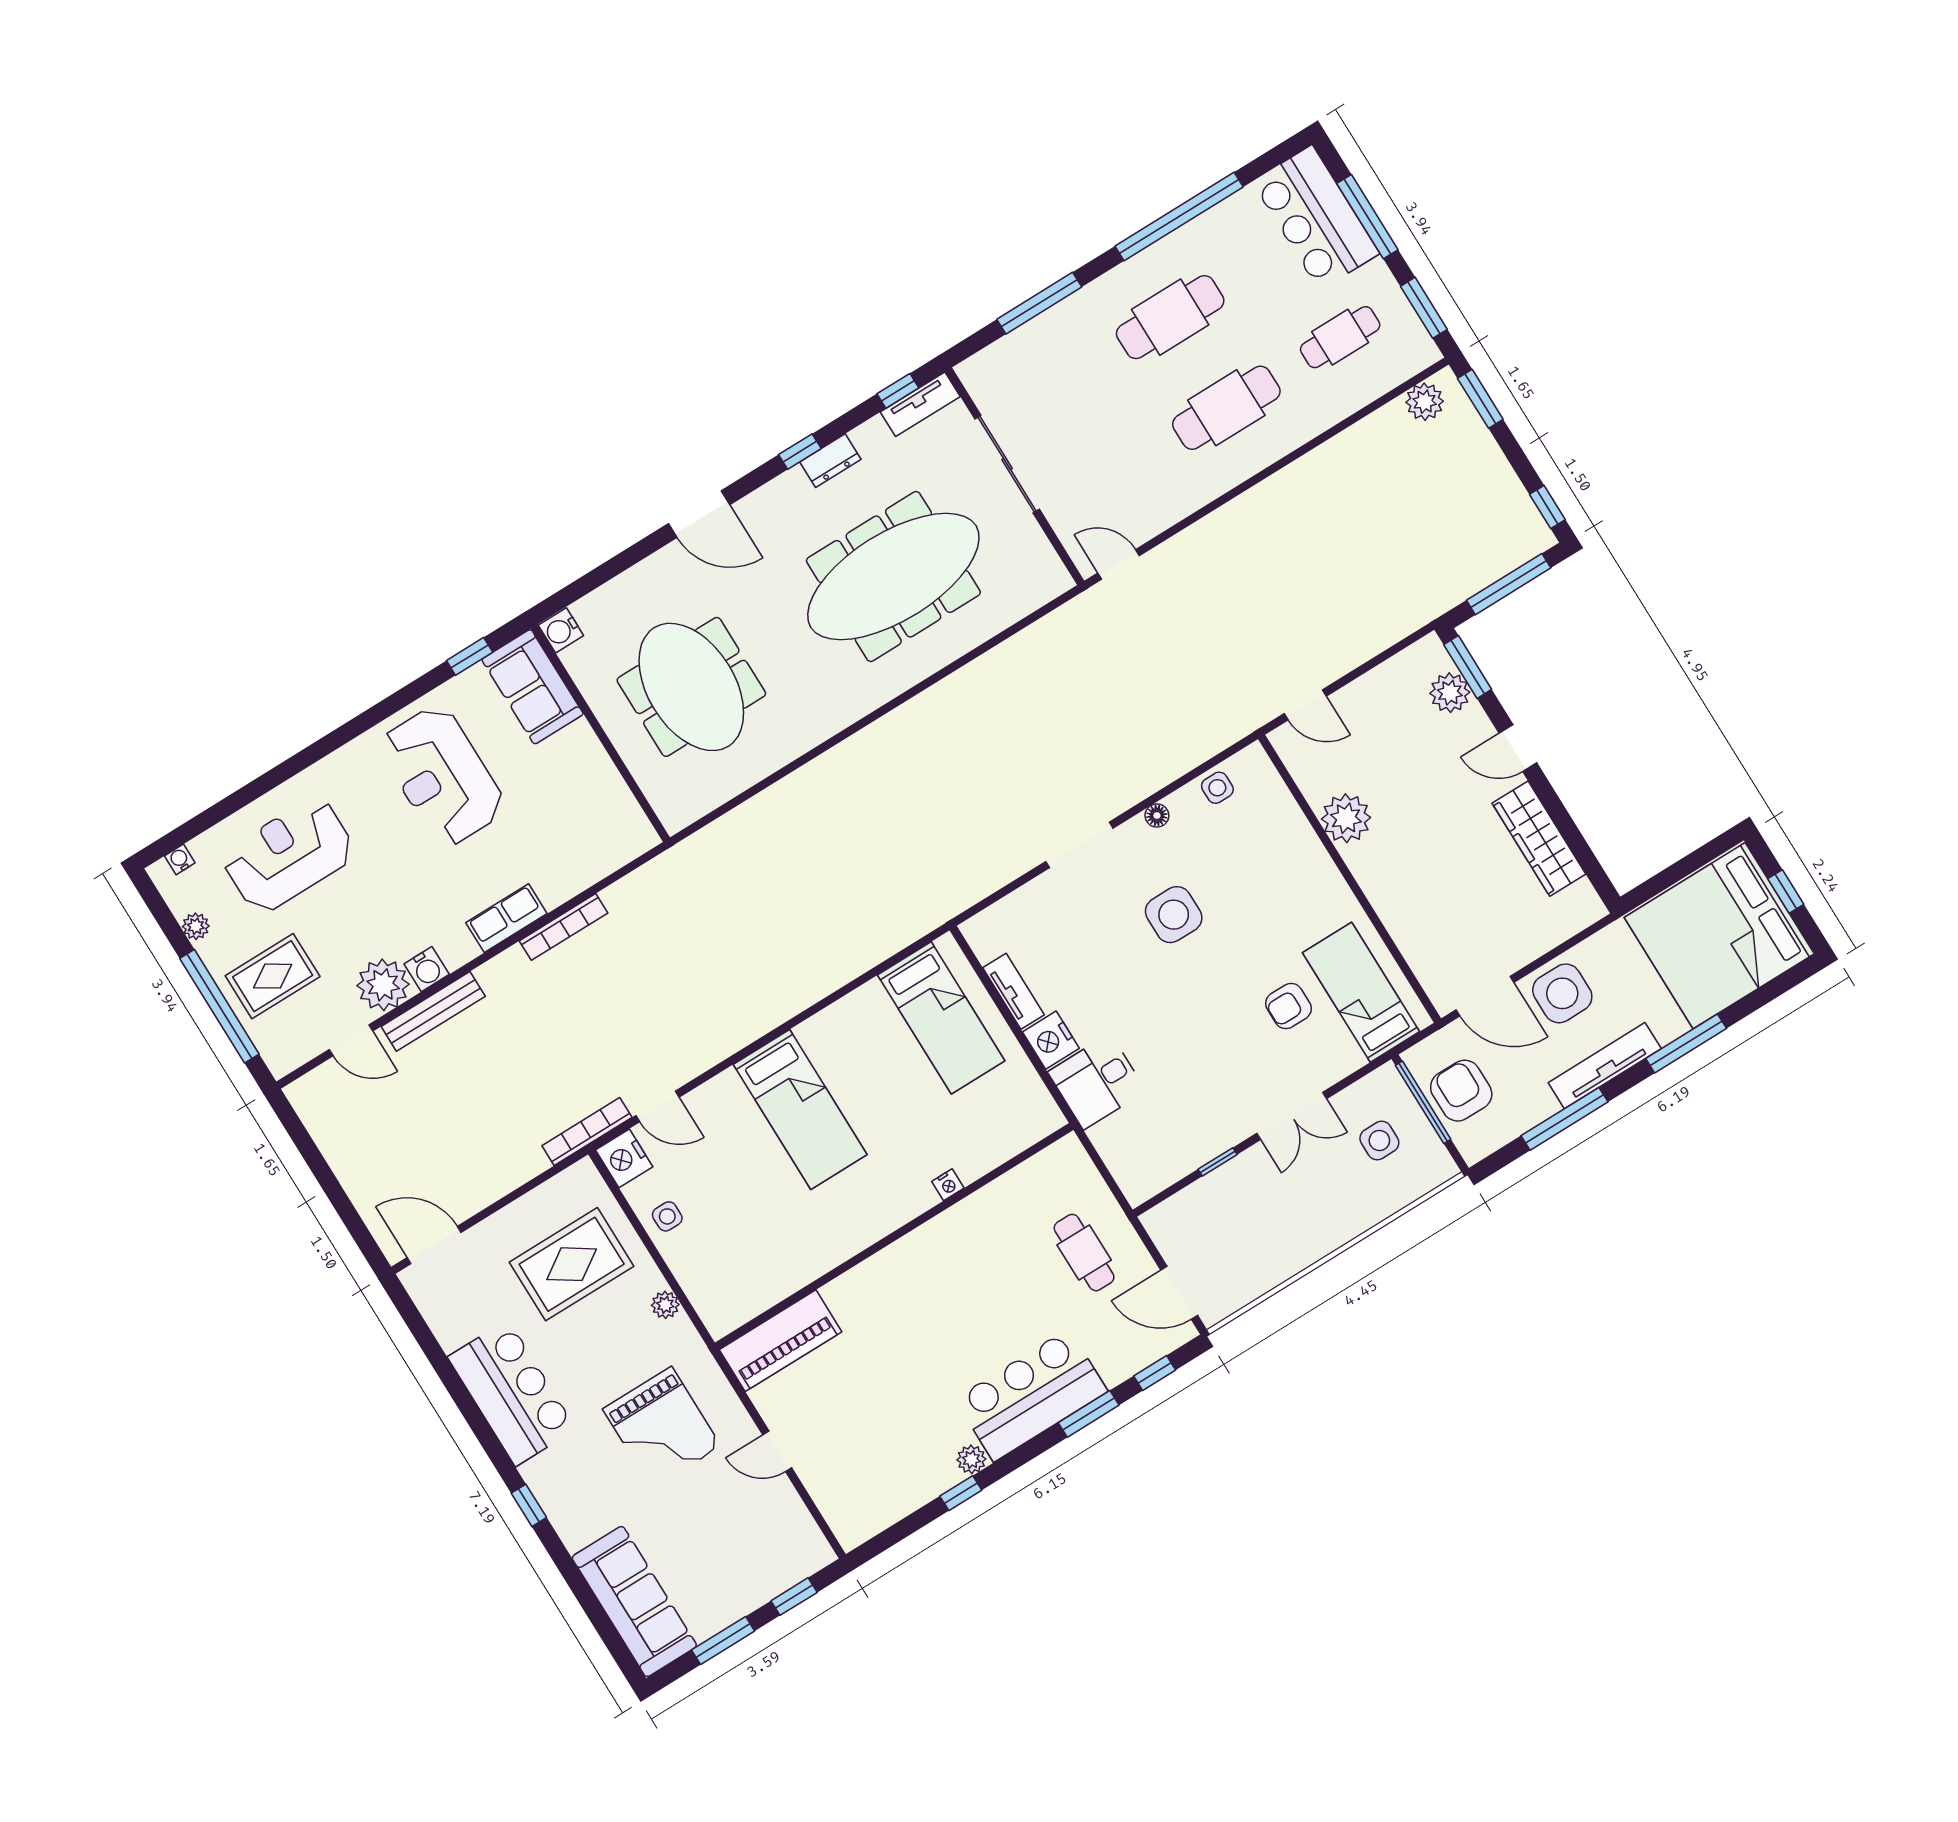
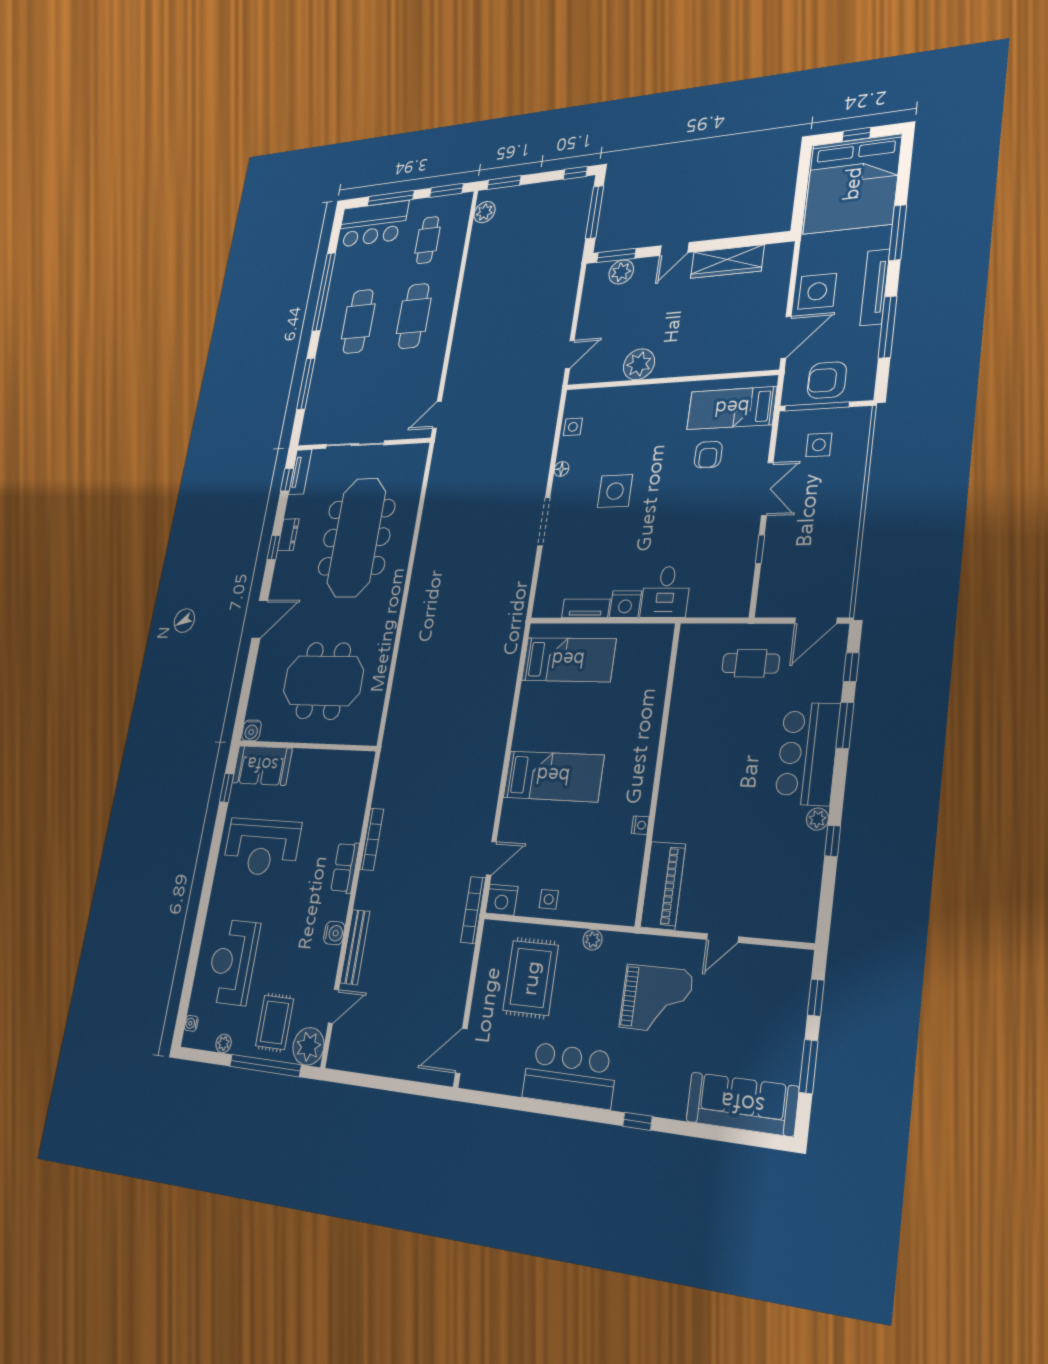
plant: (383, 985) -> (308, 1046), moved
nightstand: (948, 1185) -> (640, 825), moved

